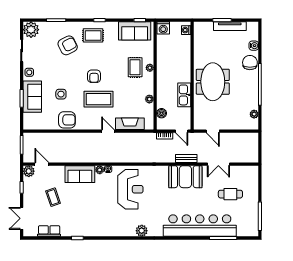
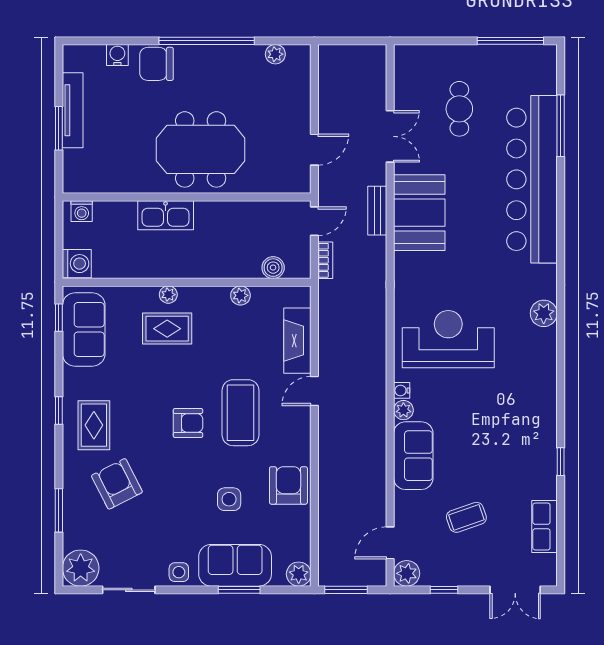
kitchen sink: (184, 95) -> (166, 215), moved
plant: (28, 124) -> (299, 574), added

